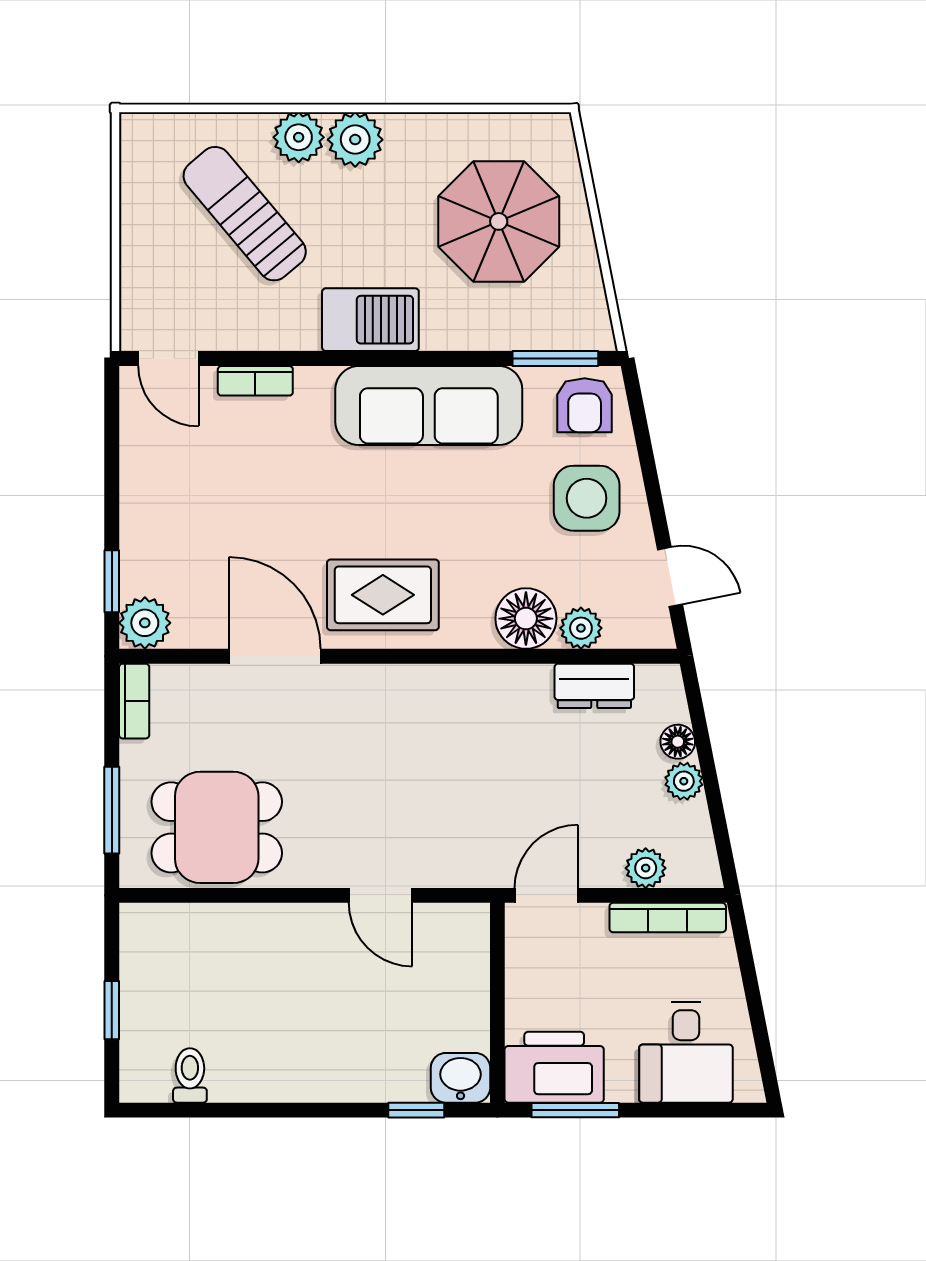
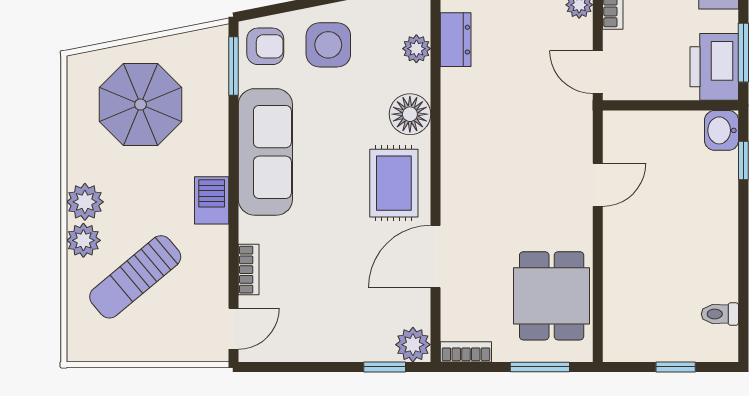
barbecue: (370, 320) -> (212, 200), width x0.73, depth x0.79
floor lamp: (526, 619) -> (410, 114), moved

